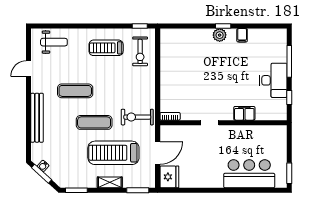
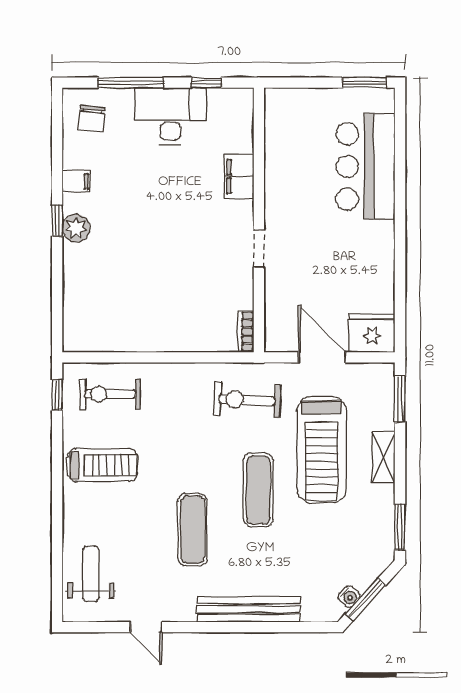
chair: (272, 43) -> (92, 119), added
treadmill: (106, 48) -> (103, 465), turned -90
exercise bike: (140, 51) -> (110, 394), turned 180
exercise bike: (137, 117) -> (247, 400), turned 93

